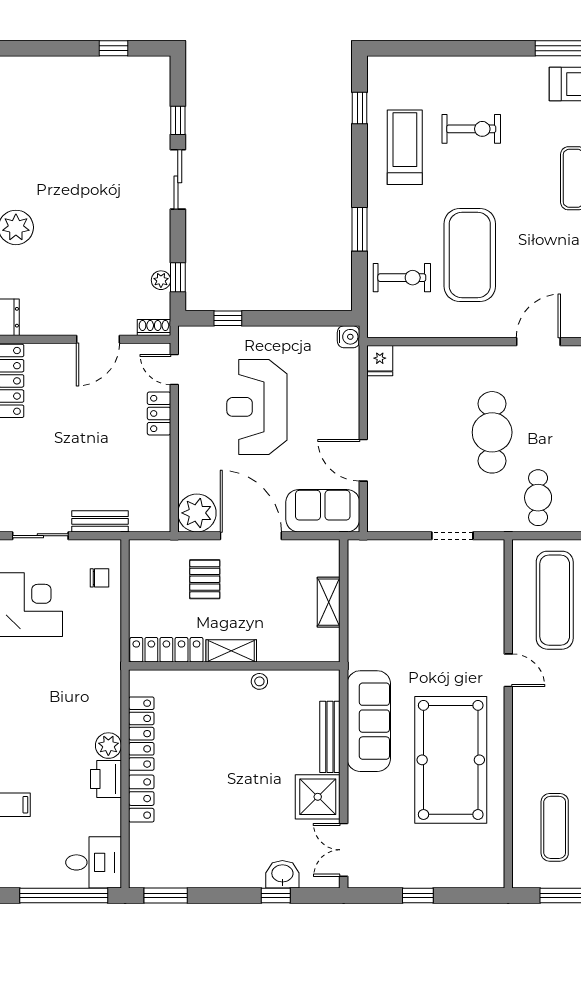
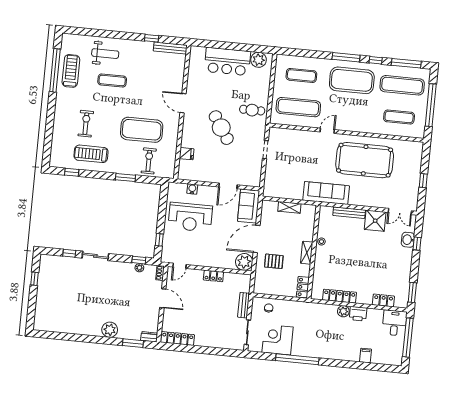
water cooler: (349, 337) -> (192, 189), moved
fridge: (380, 361) -> (187, 154), moved
reception desk: (257, 407) -> (190, 217), moved
locker: (159, 413) -> (213, 276), moved
cafe table: (492, 432) -> (221, 128), turned 57
locker: (166, 650) -> (303, 287), width x0.66
sofa: (369, 721) -> (326, 193), moved
locker: (141, 799) -> (383, 300), moved

